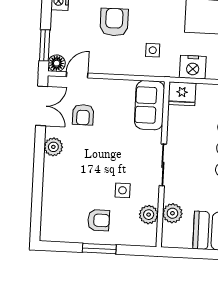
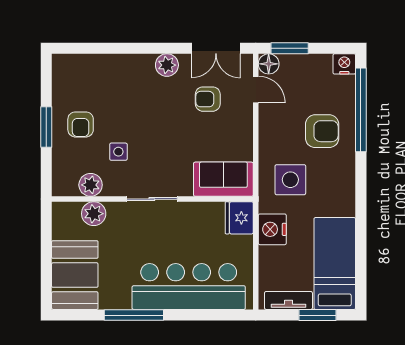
side table: (153, 50) -> (290, 180), width x1.87, depth x1.87

